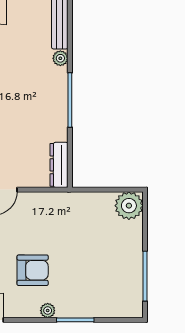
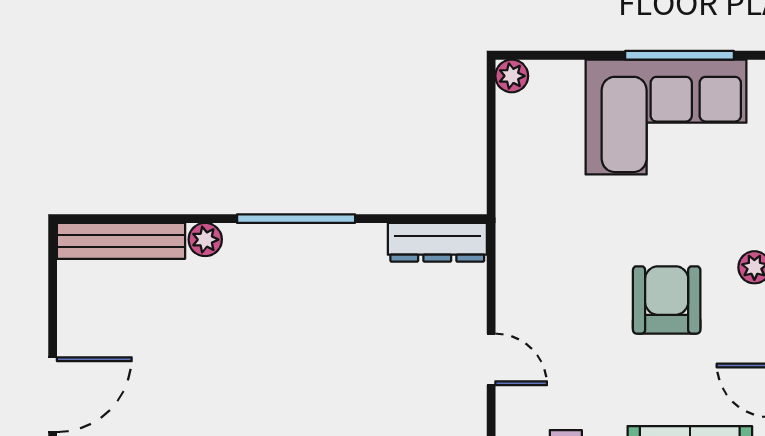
plant: (129, 206) -> (512, 76), width x0.53, depth x0.53
corner sofa: (117, 270) -> (666, 117), added

